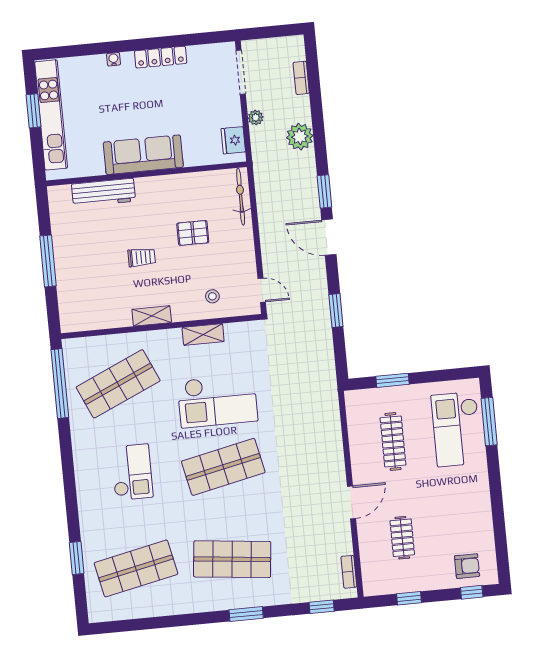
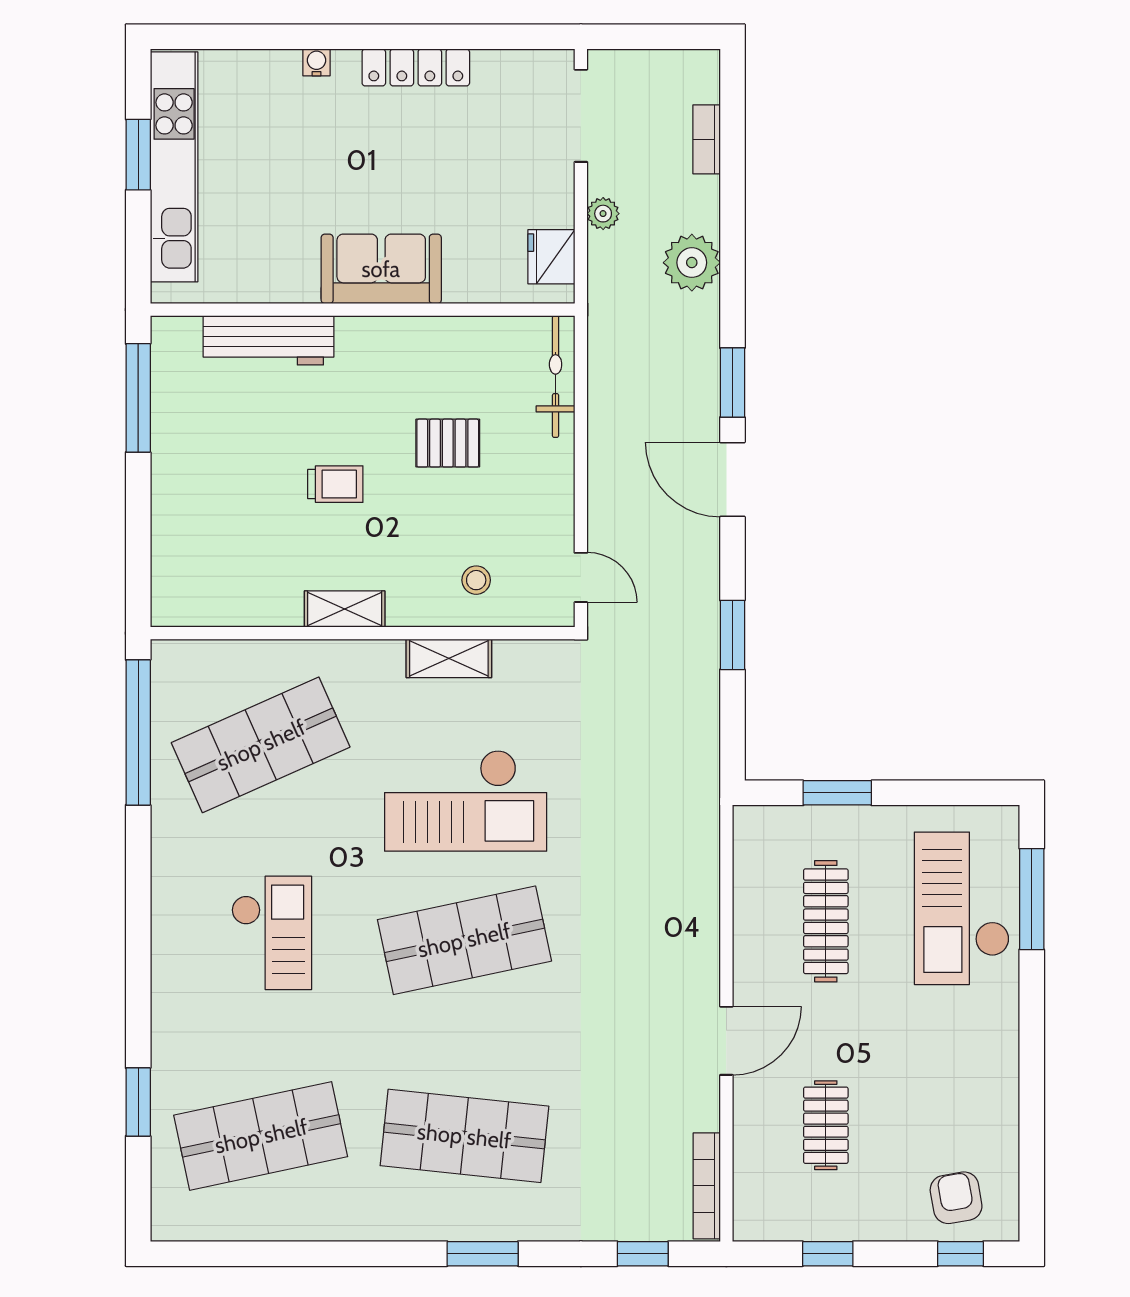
sofa: (143, 155) -> (381, 269), width x0.73
window: (48, 261) -> (138, 398), moved
armchair: (467, 566) -> (956, 1198), turned -100
bookcase: (349, 572) -> (707, 1186), width x1.56

